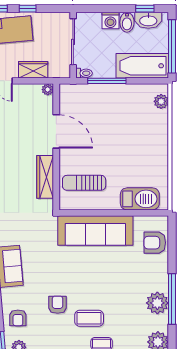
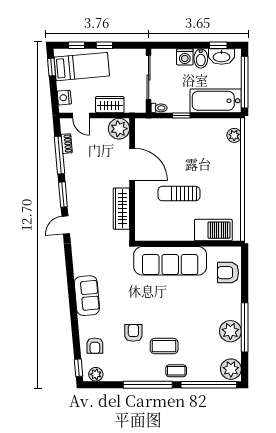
window: (107, 81) -> (181, 116), width x0.46
plant: (48, 90) -> (119, 129), width x1.88, depth x1.88
sun lounger: (84, 183) -> (179, 194), moved

